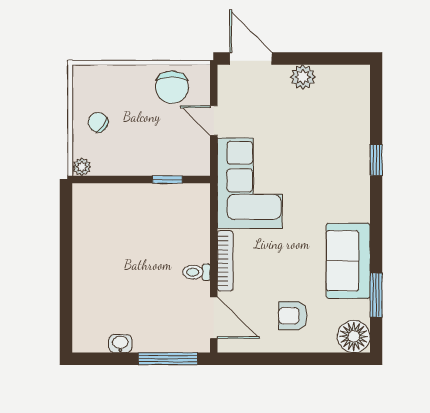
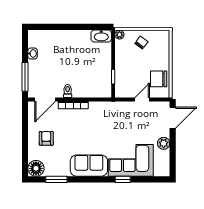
corner sofa: (250, 183) -> (131, 160), moved, turned 180
washbasin: (85, 204) -> (101, 36), added
sofa: (348, 261) -> (89, 166), moved

